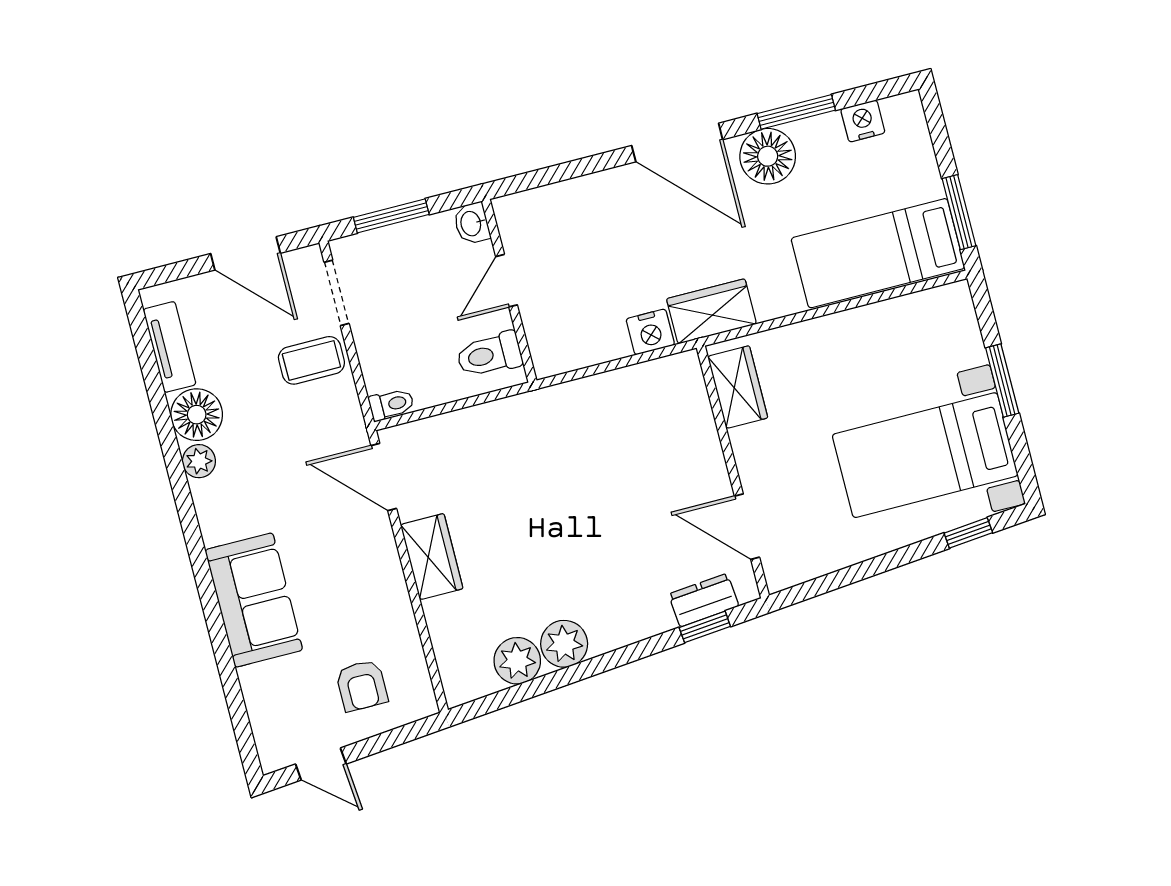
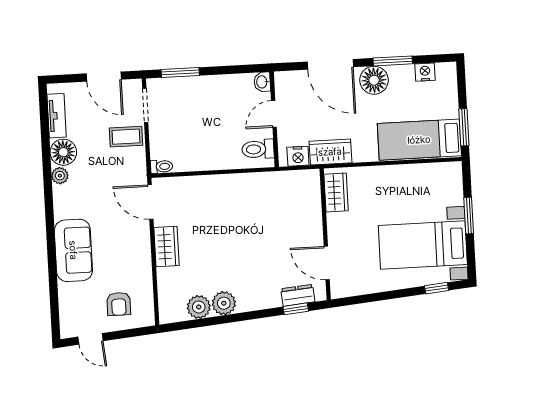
washbasin: (472, 223) -> (262, 82), moved
door: (507, 281) -> (274, 114), moved
wall: (509, 291) -> (274, 119), moved
toilet: (489, 355) -> (258, 149), moved

